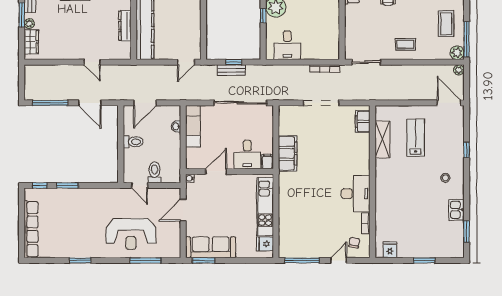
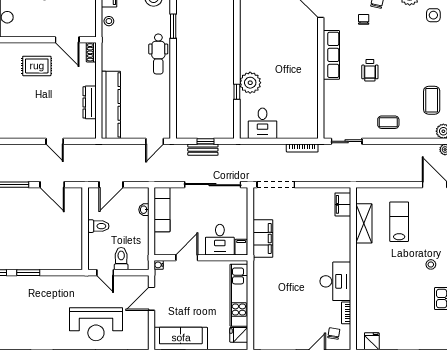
doorway: (321, 103) -> (276, 185), moved

